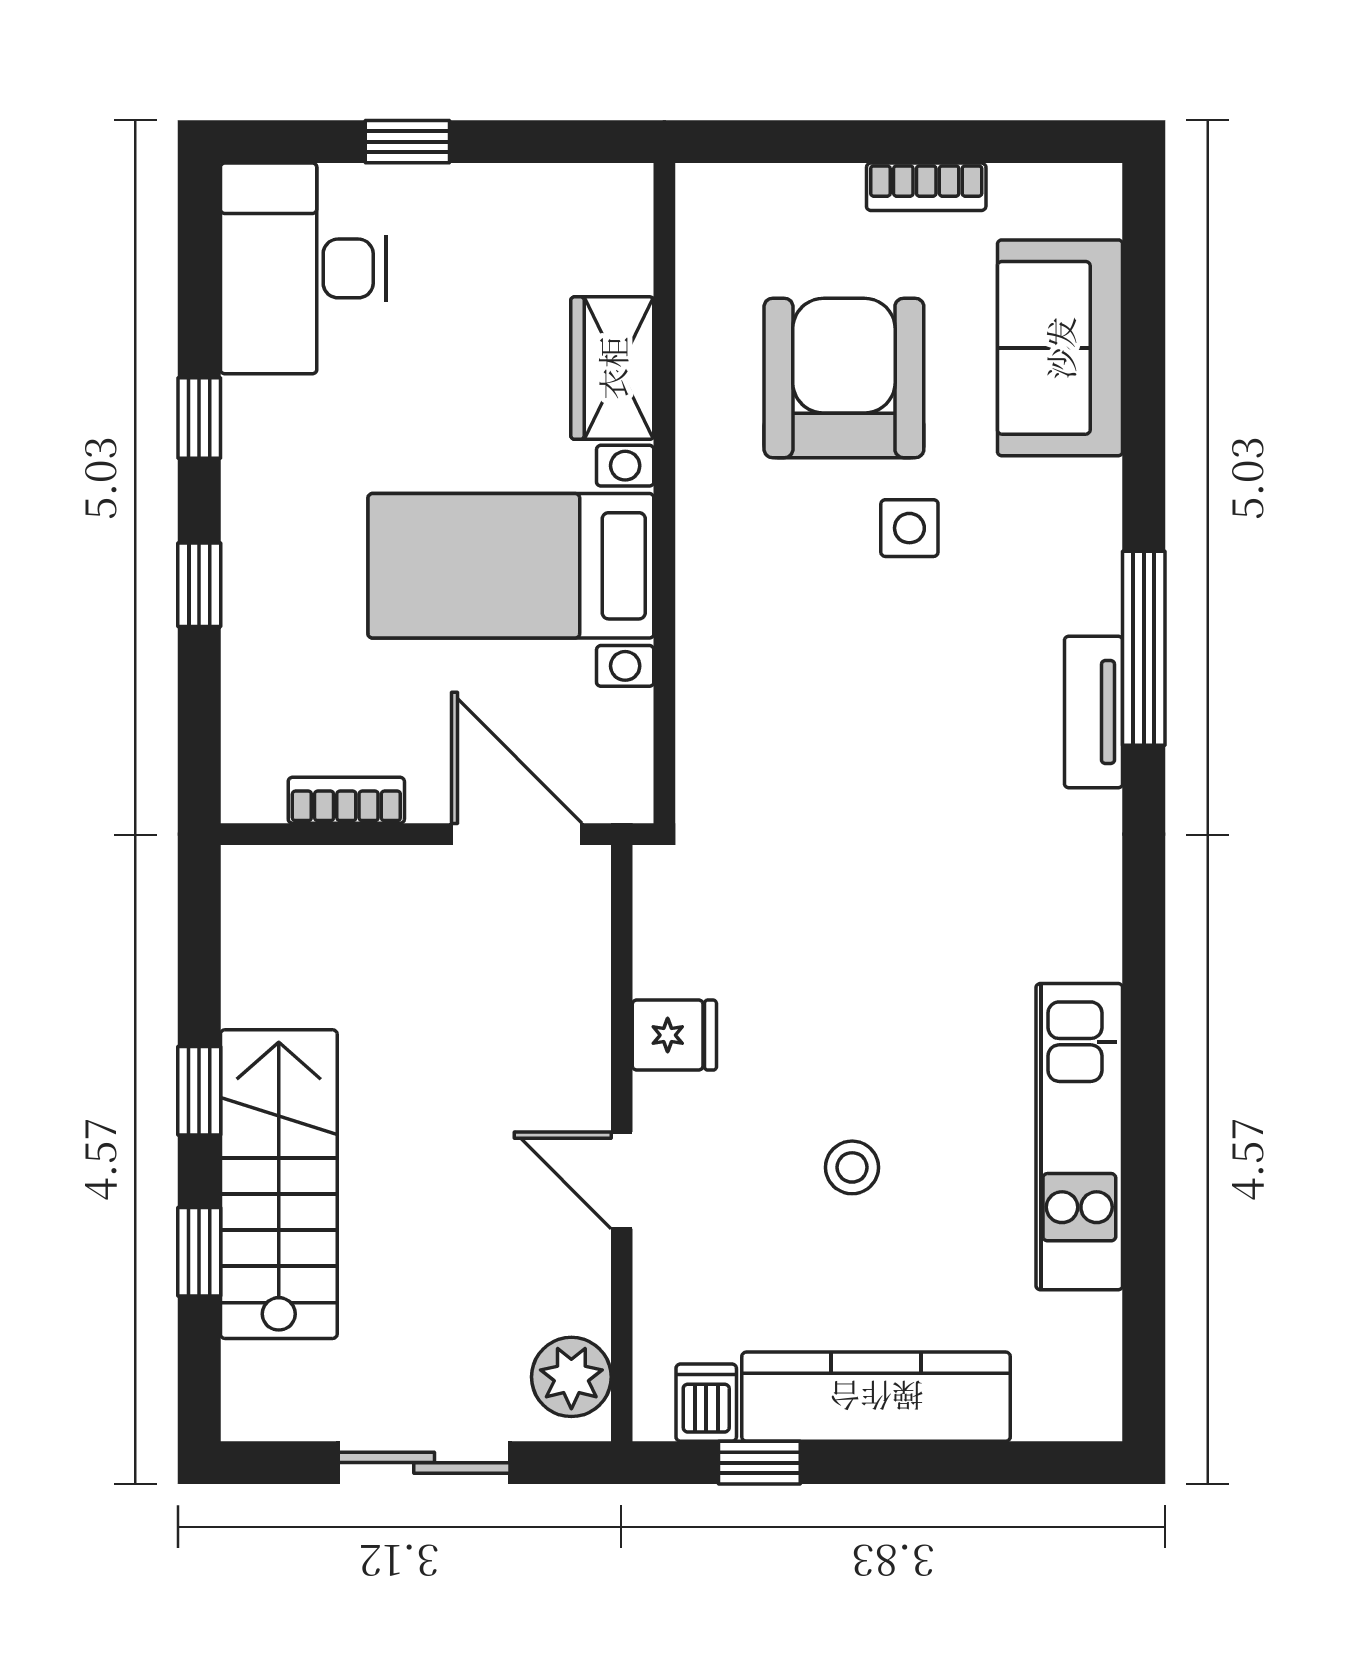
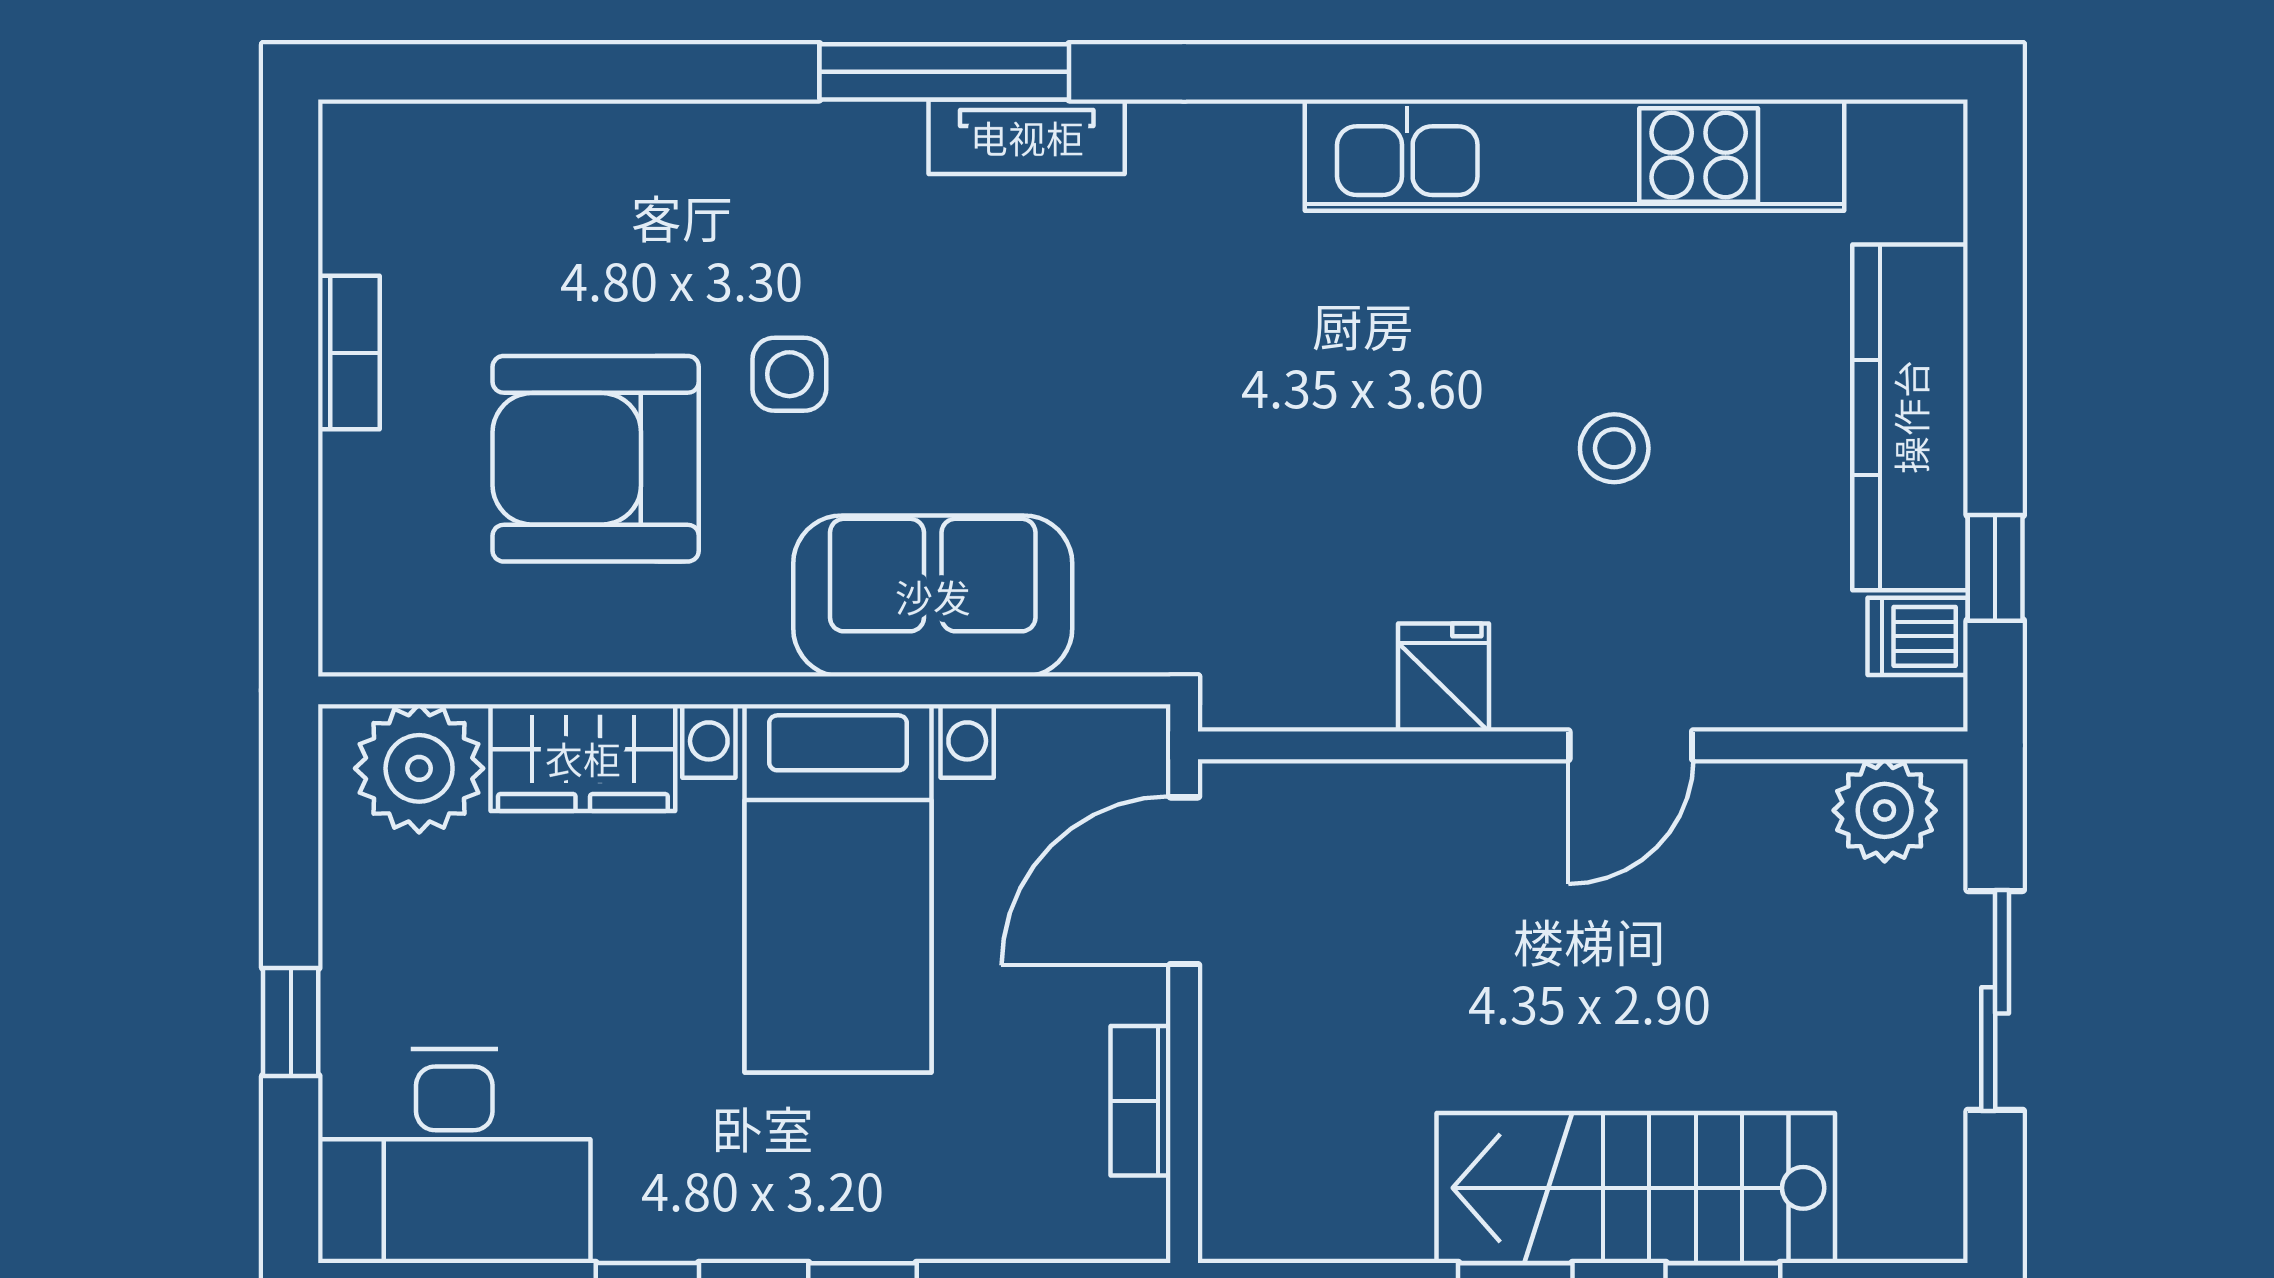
plant: (604, 241) -> (419, 768), added
sofa: (1060, 348) -> (933, 596), moved, turned 180
kitchen unit: (1079, 1137) -> (1575, 155), width x1.36

